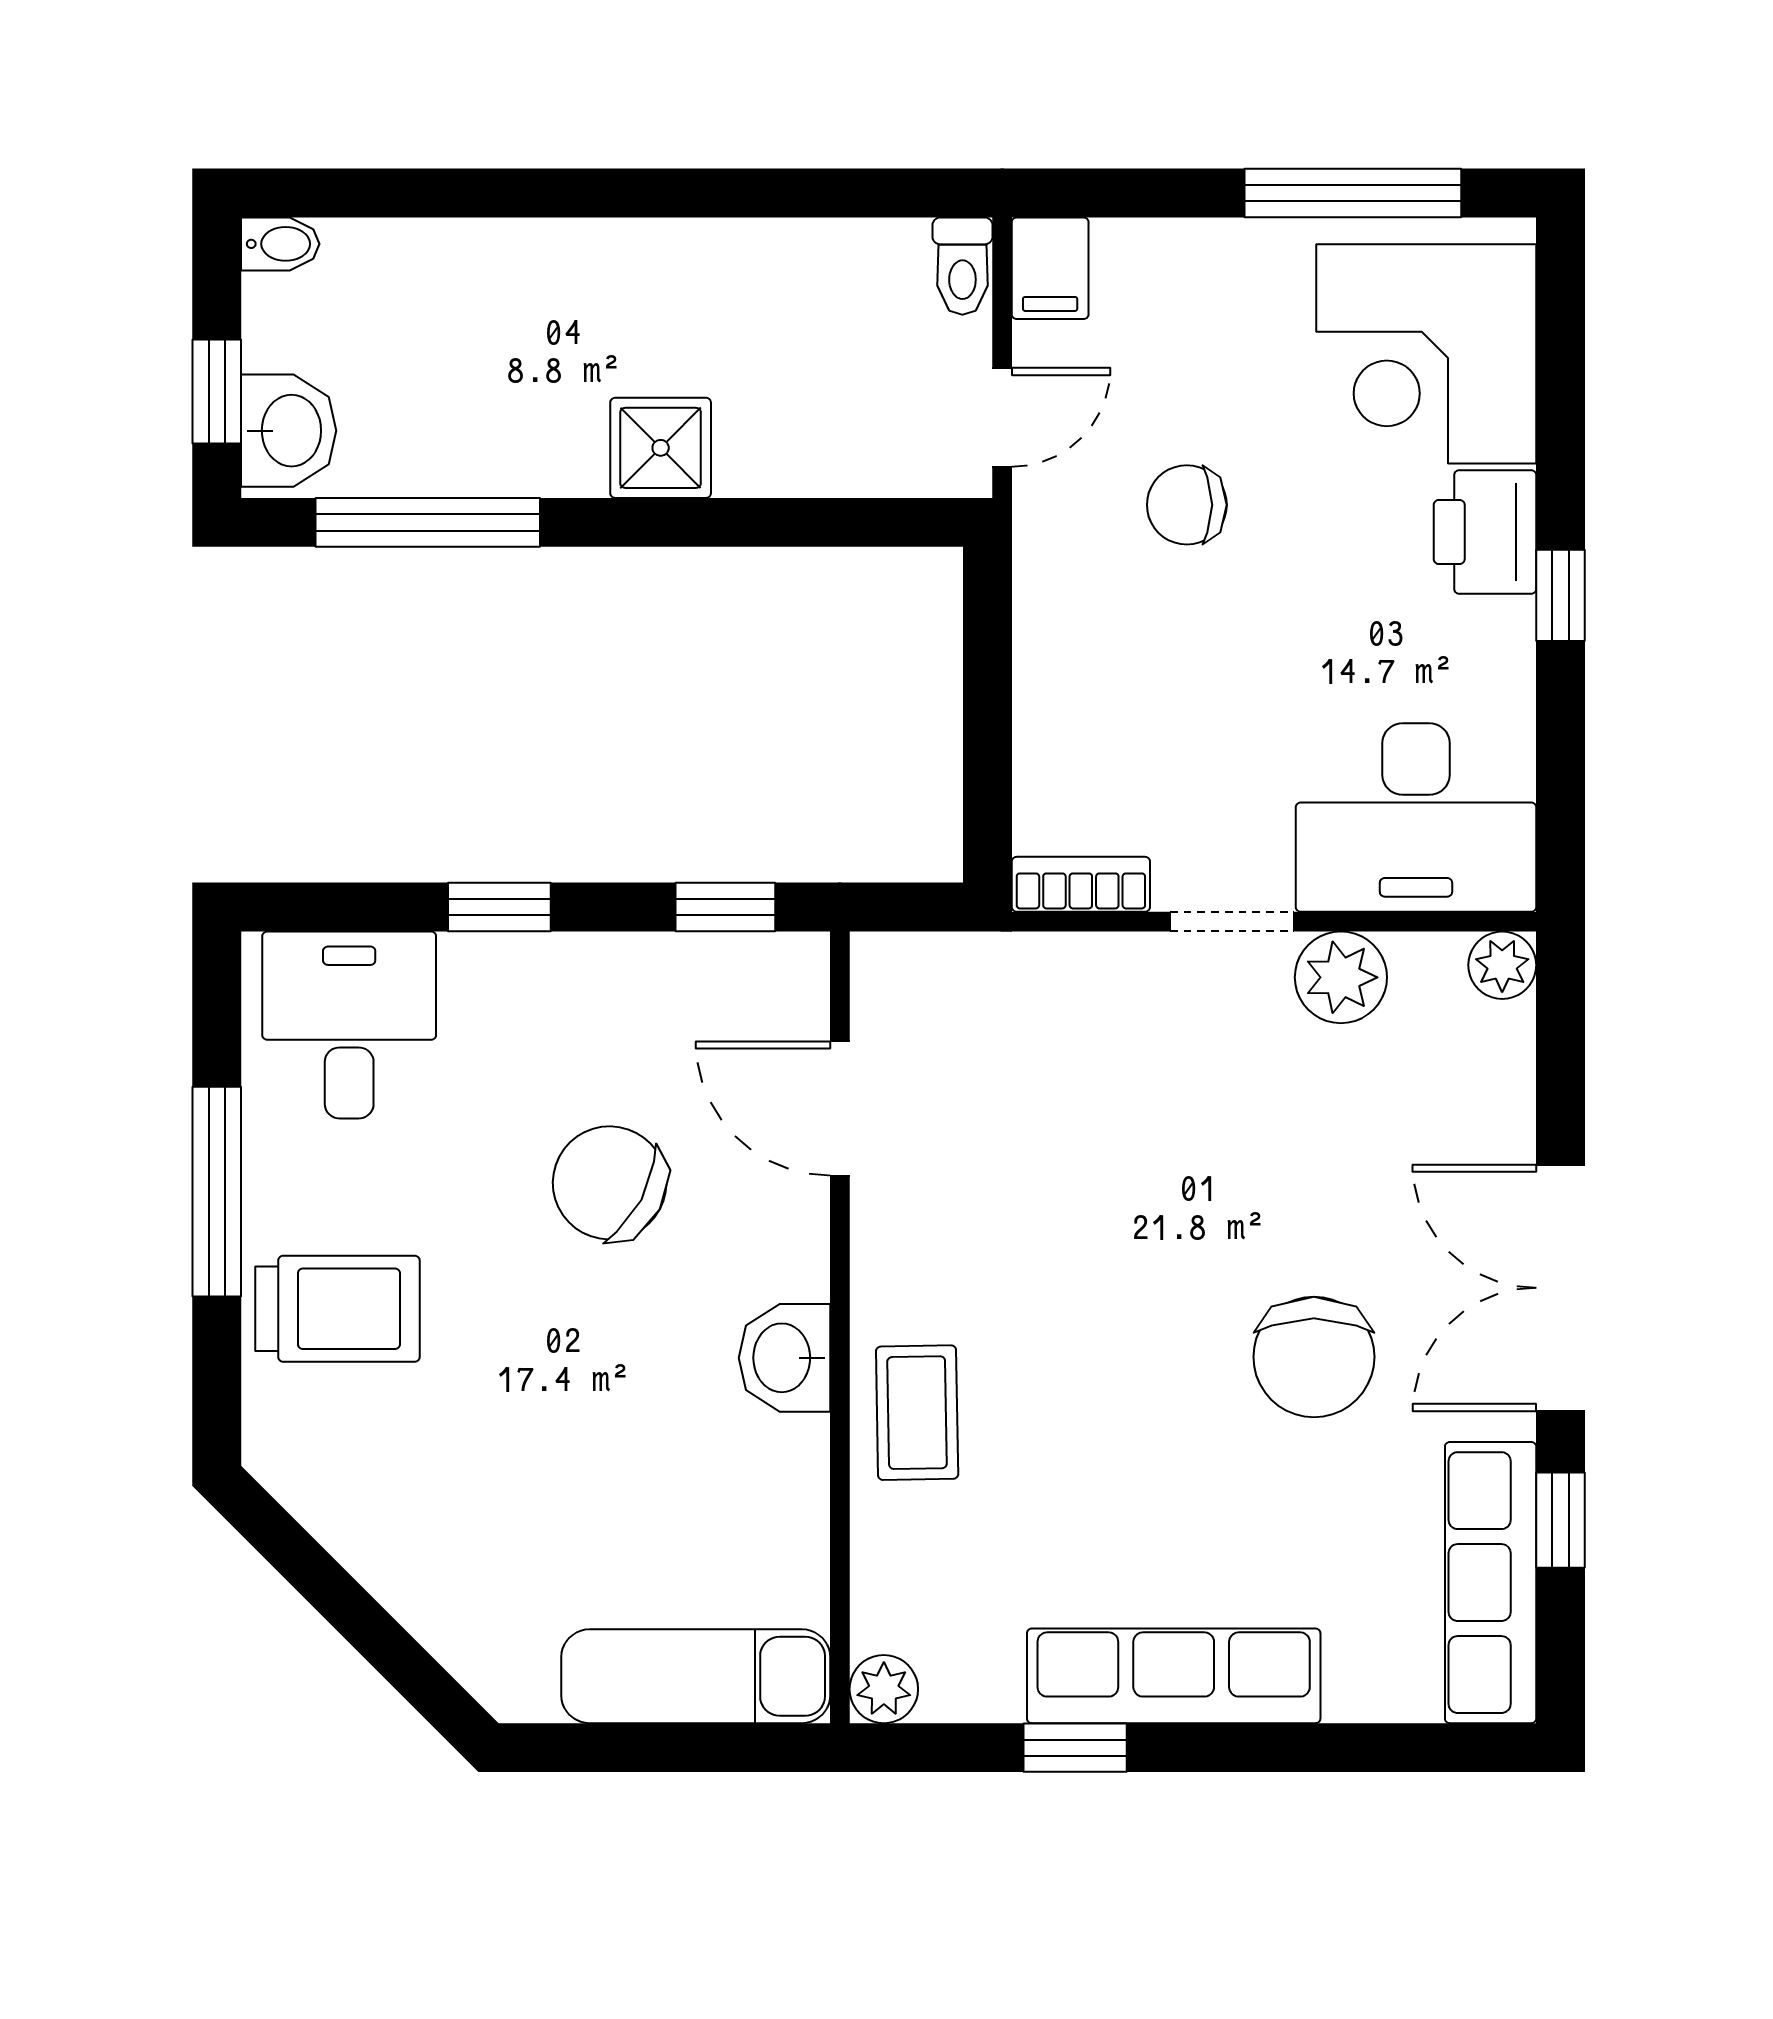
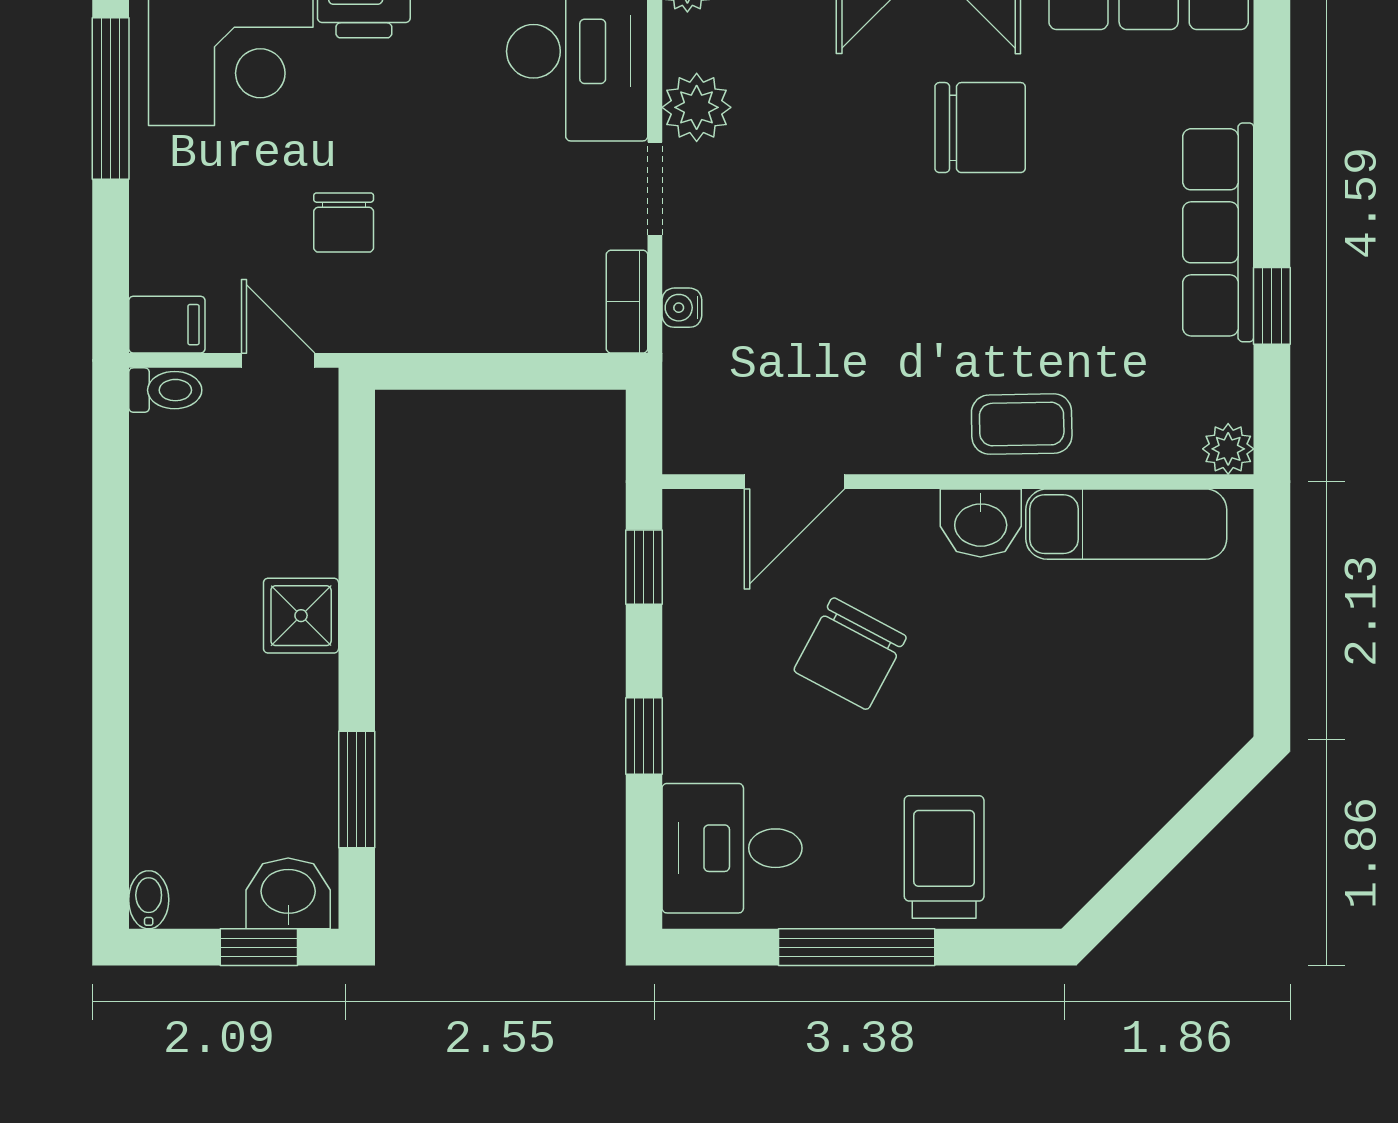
window: (428, 522) -> (357, 790), width x0.69
water cooler: (1073, 958) -> (682, 308), added
exam couch: (696, 1676) -> (1126, 524), moved, turned -90

